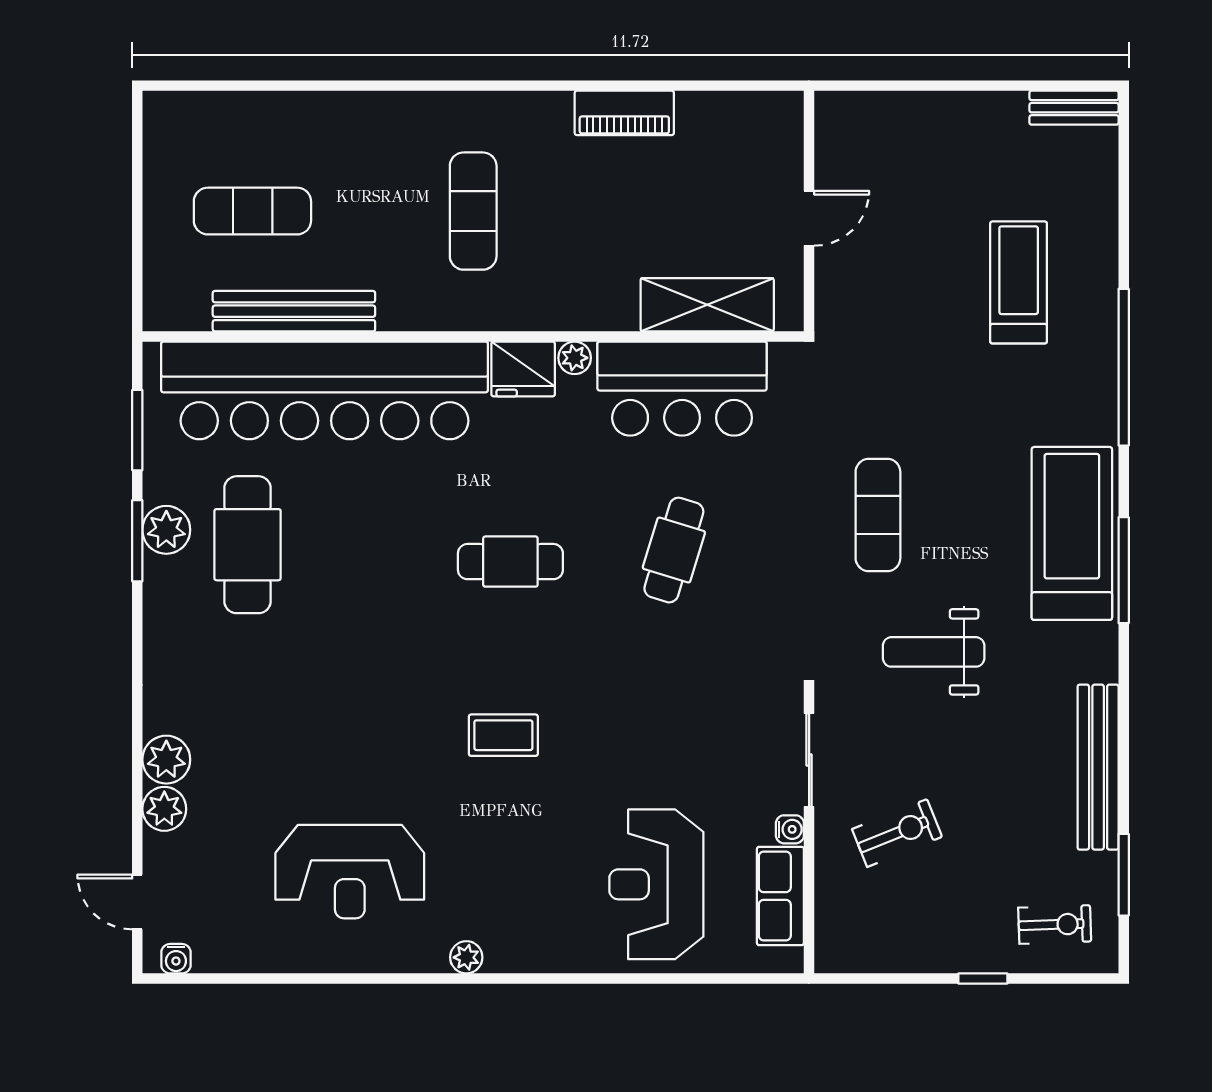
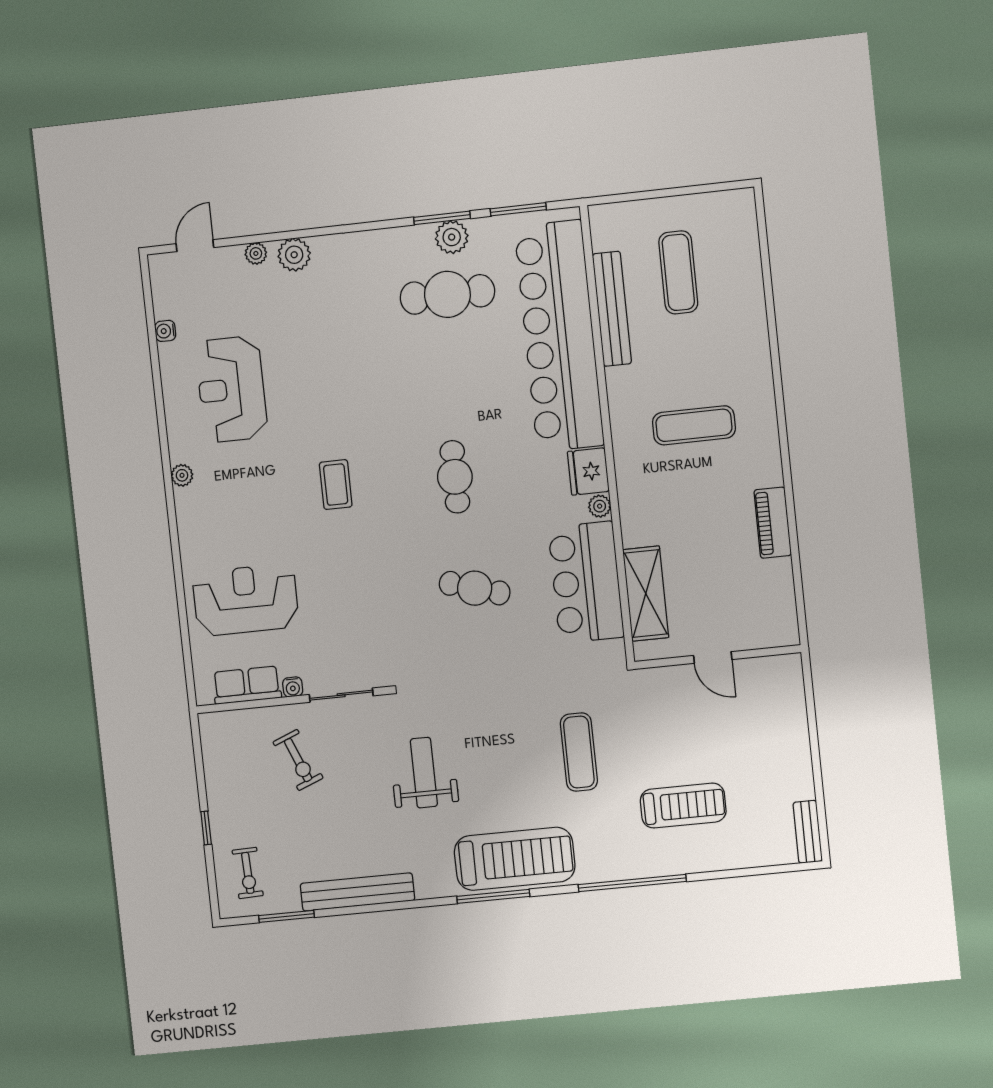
exercise mat: (878, 515) -> (579, 752), moved, turned 90
plant: (164, 809) -> (256, 253), width x0.73, depth x0.73
water cooler: (176, 959) -> (165, 331), moved

